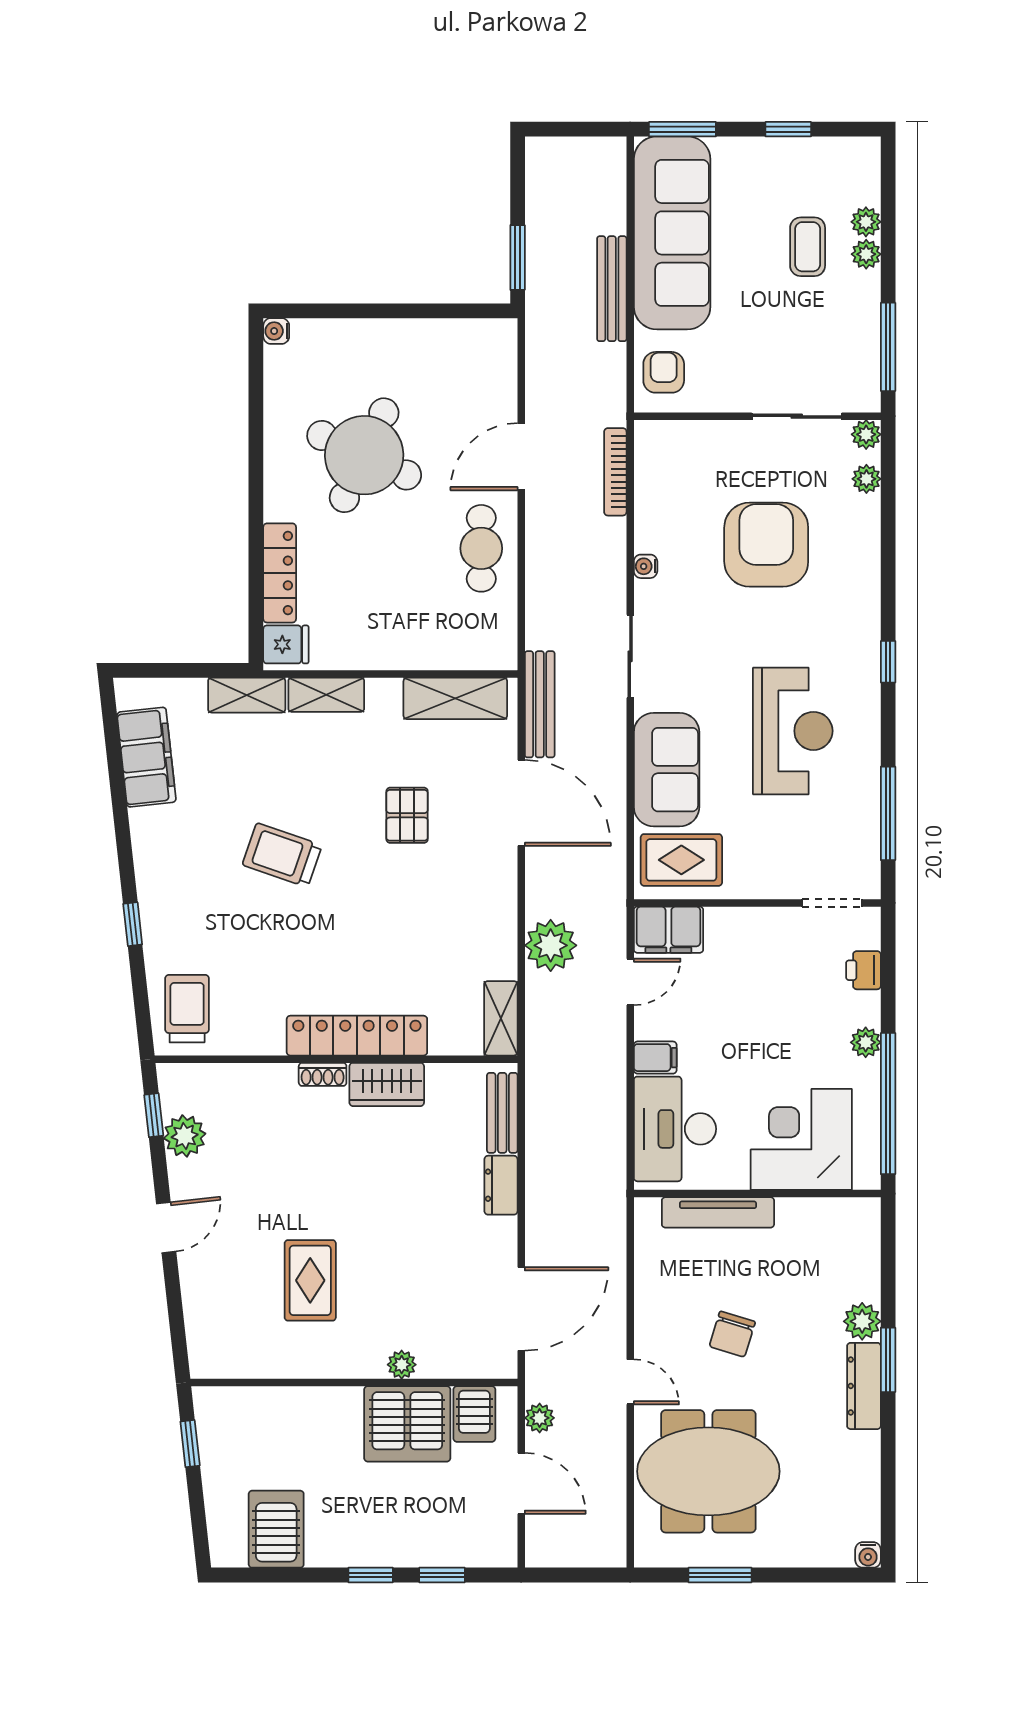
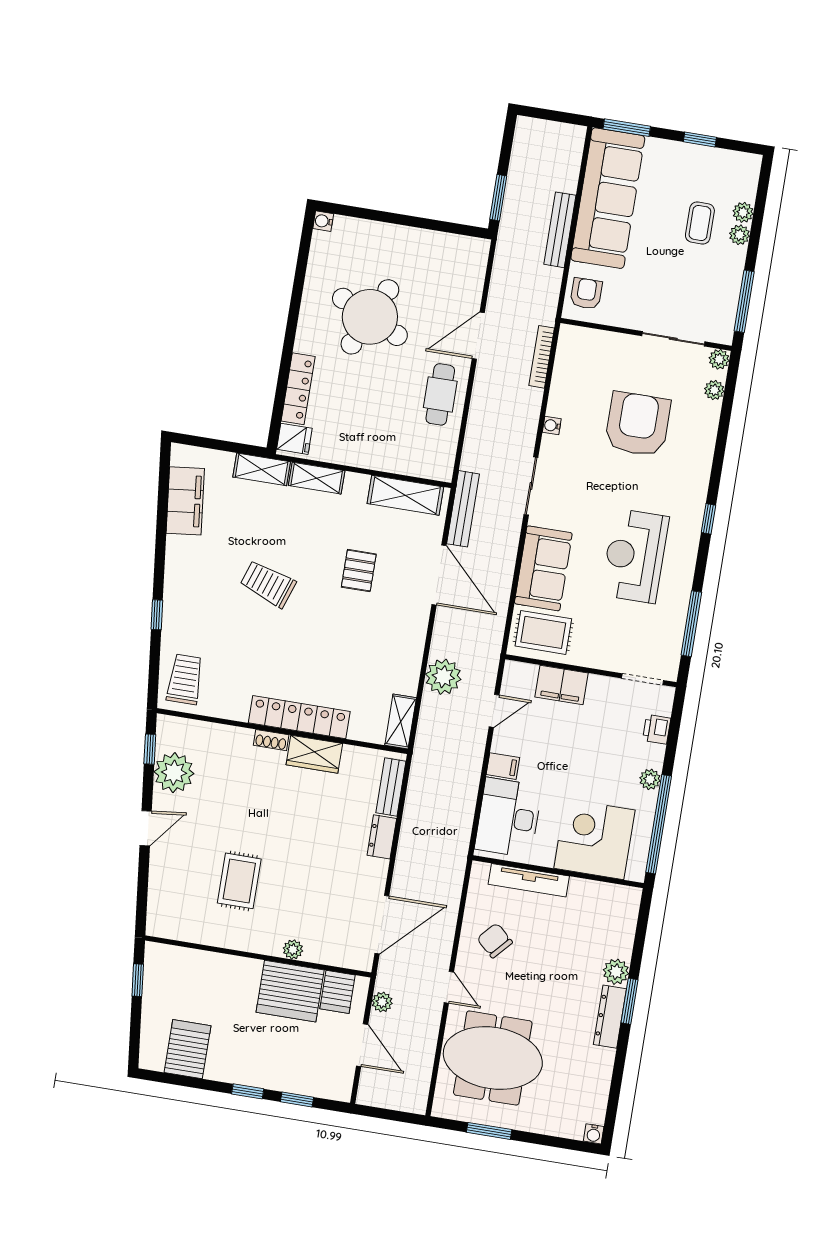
reception desk: (793, 731) -> (635, 556), turned 180
filing cabinet: (668, 930) -> (562, 685), moved
plant: (185, 1136) -> (174, 773), width x1.36, depth x1.36
chair: (732, 1334) -> (495, 941), moved, turned 115

